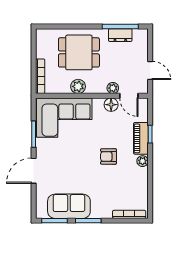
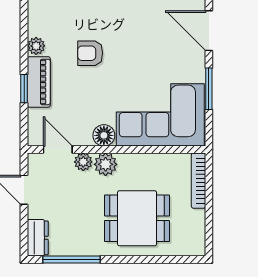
dresser: (120, 35) -> (38, 238), moved, turned 90
plant: (78, 86) -> (106, 164), moved
floor lamp: (111, 105) -> (104, 135), moved
armchair: (108, 156) -> (90, 53), turned 180
door: (34, 171) -> (209, 31), swing flipped

